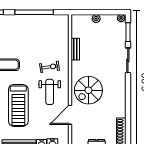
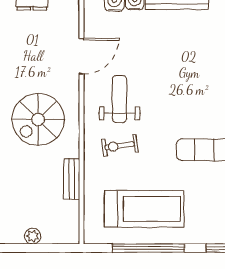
spiral stairs: (88, 90) -> (38, 119), moved, turned 180
treadmill: (18, 105) -> (144, 209), moved, turned 90

